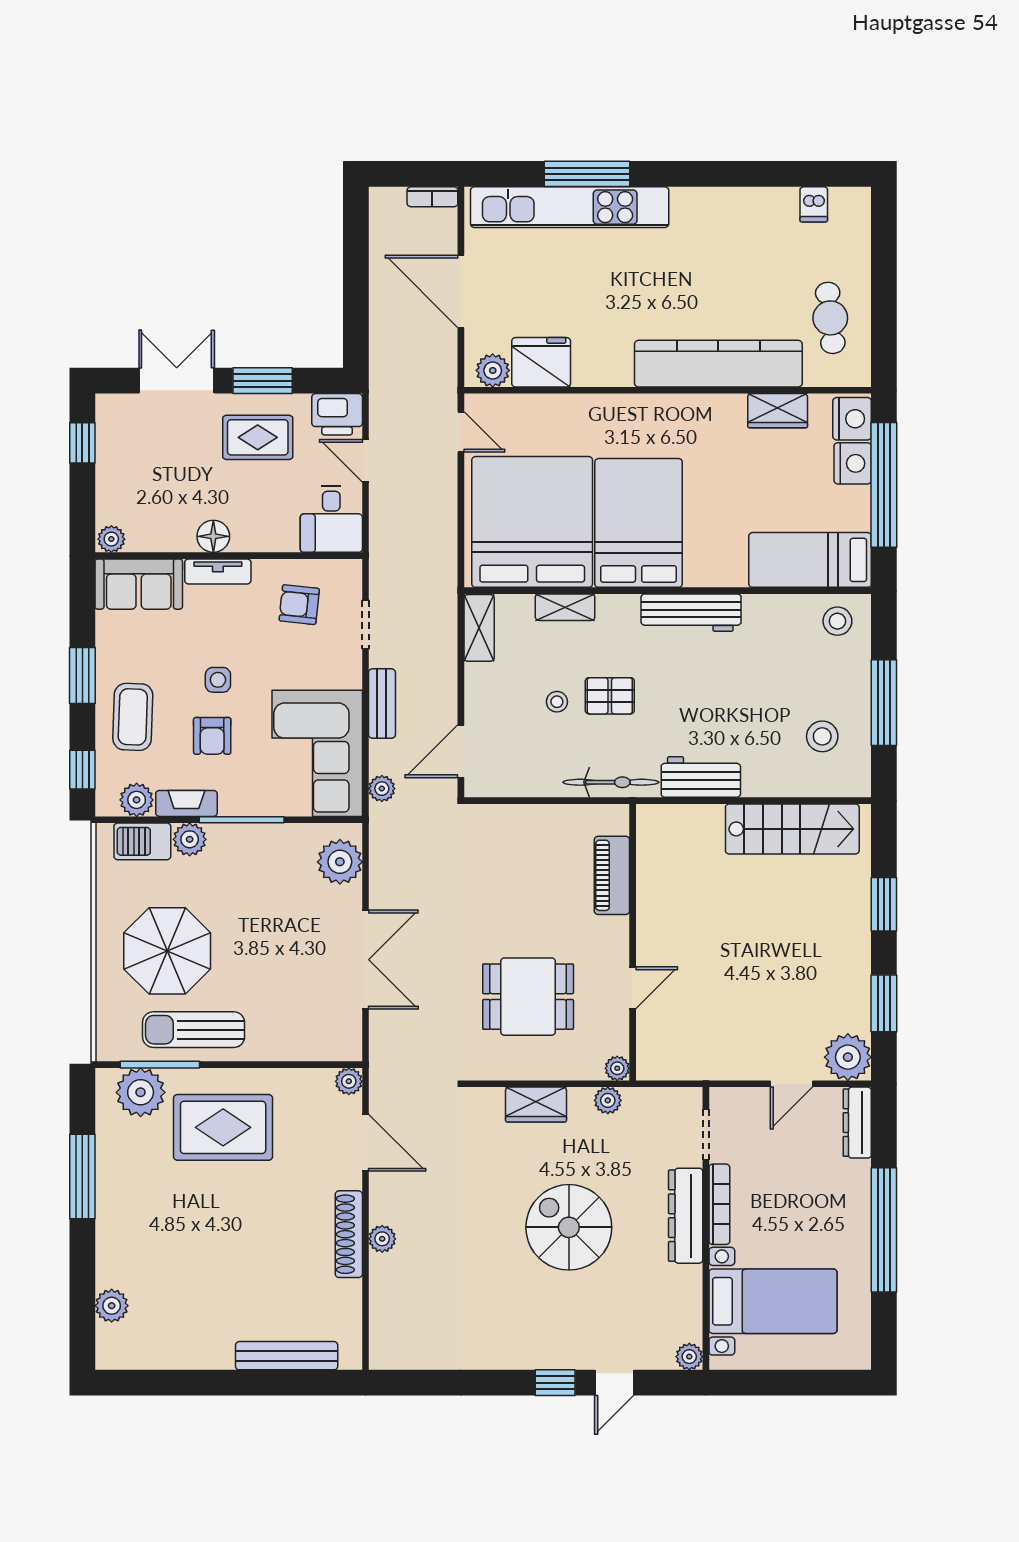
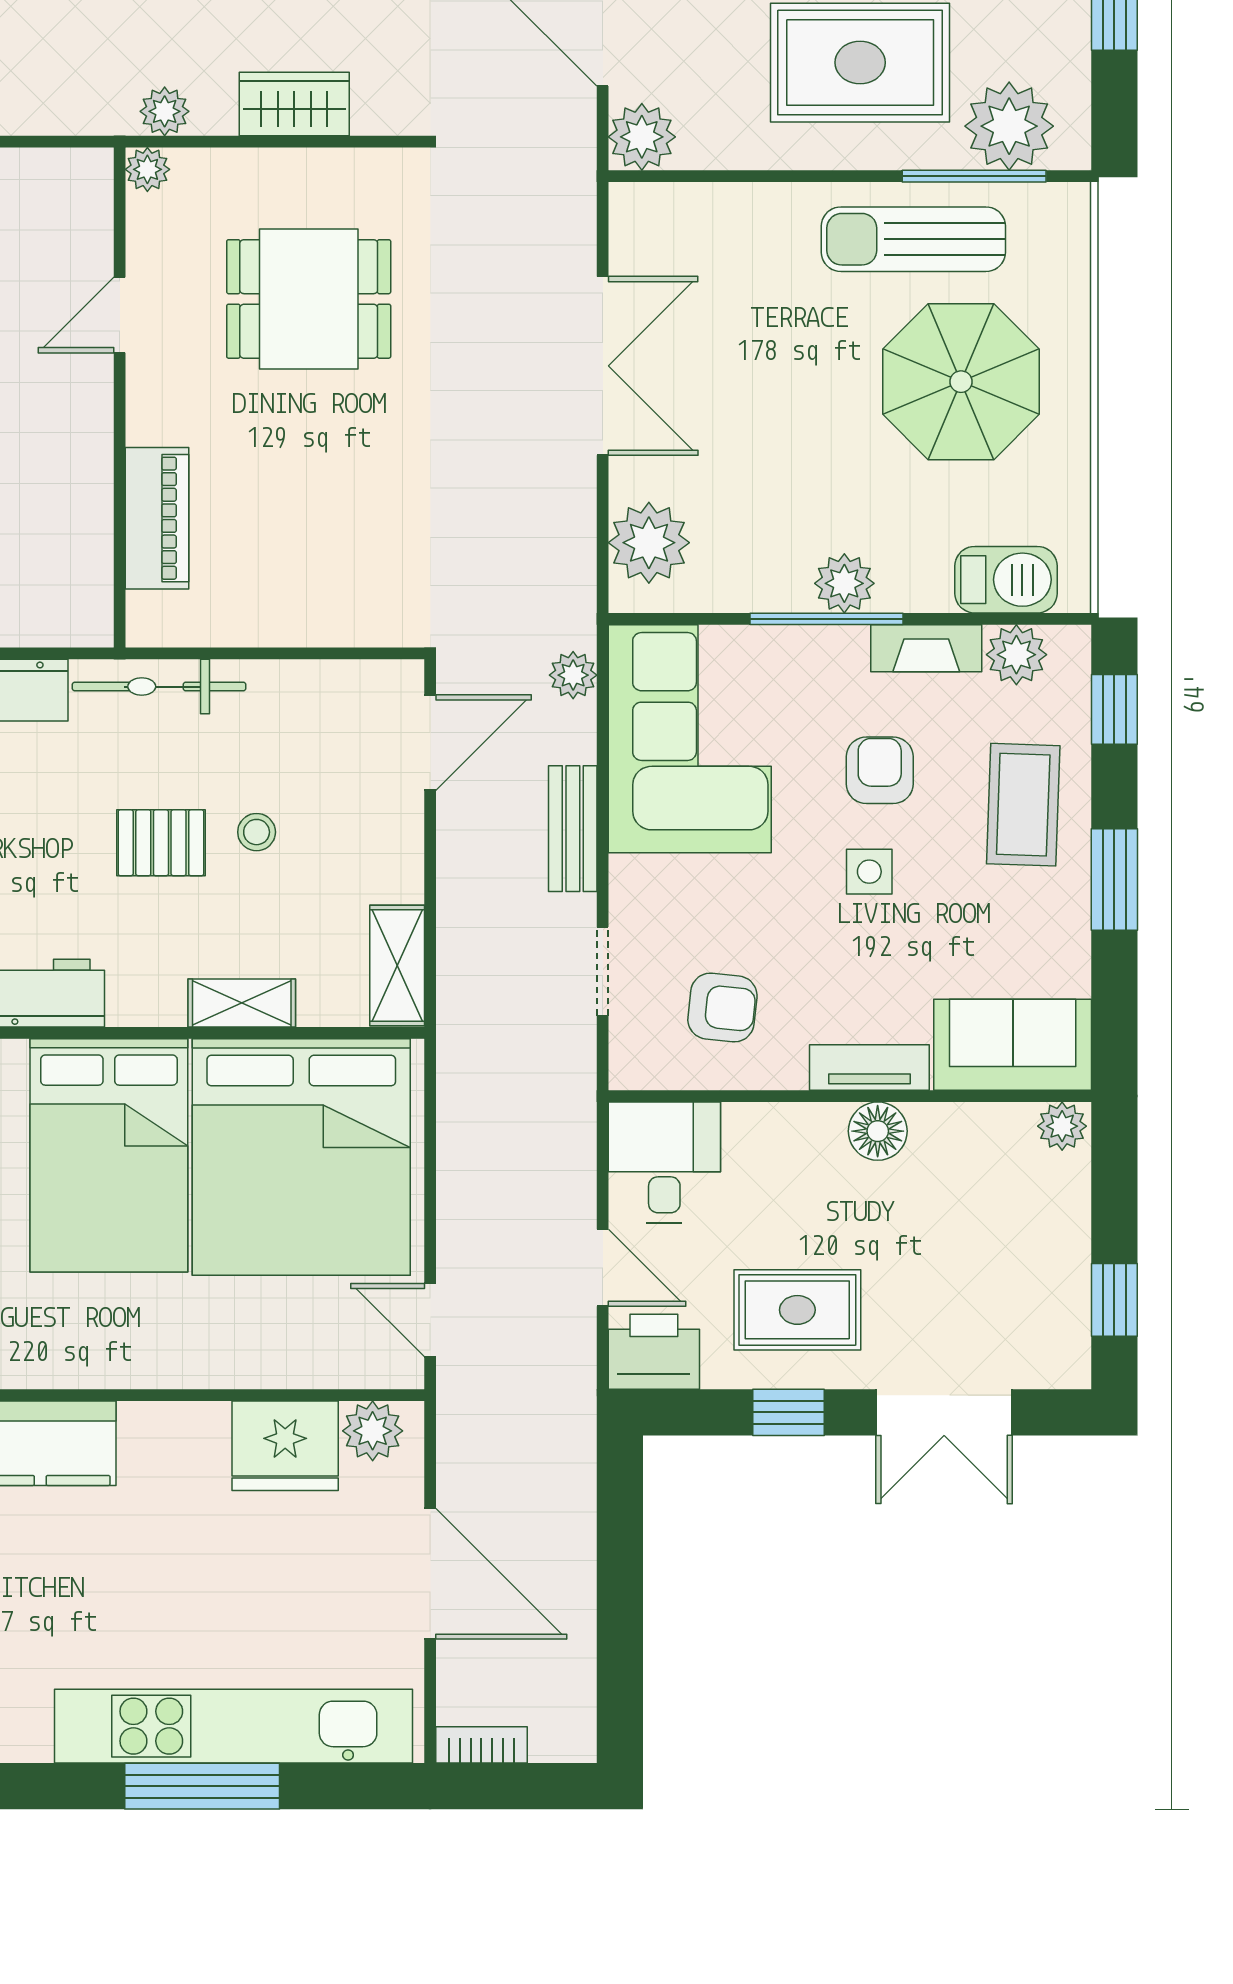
window: (263, 381) -> (789, 1412), width x0.67
plant: (190, 839) -> (844, 583), moved
double door: (365, 960) -> (603, 366), swing flipped
sun lounger: (194, 1030) -> (913, 239), turned 180
plant: (349, 1081) -> (642, 137), width x1.38, depth x1.38

